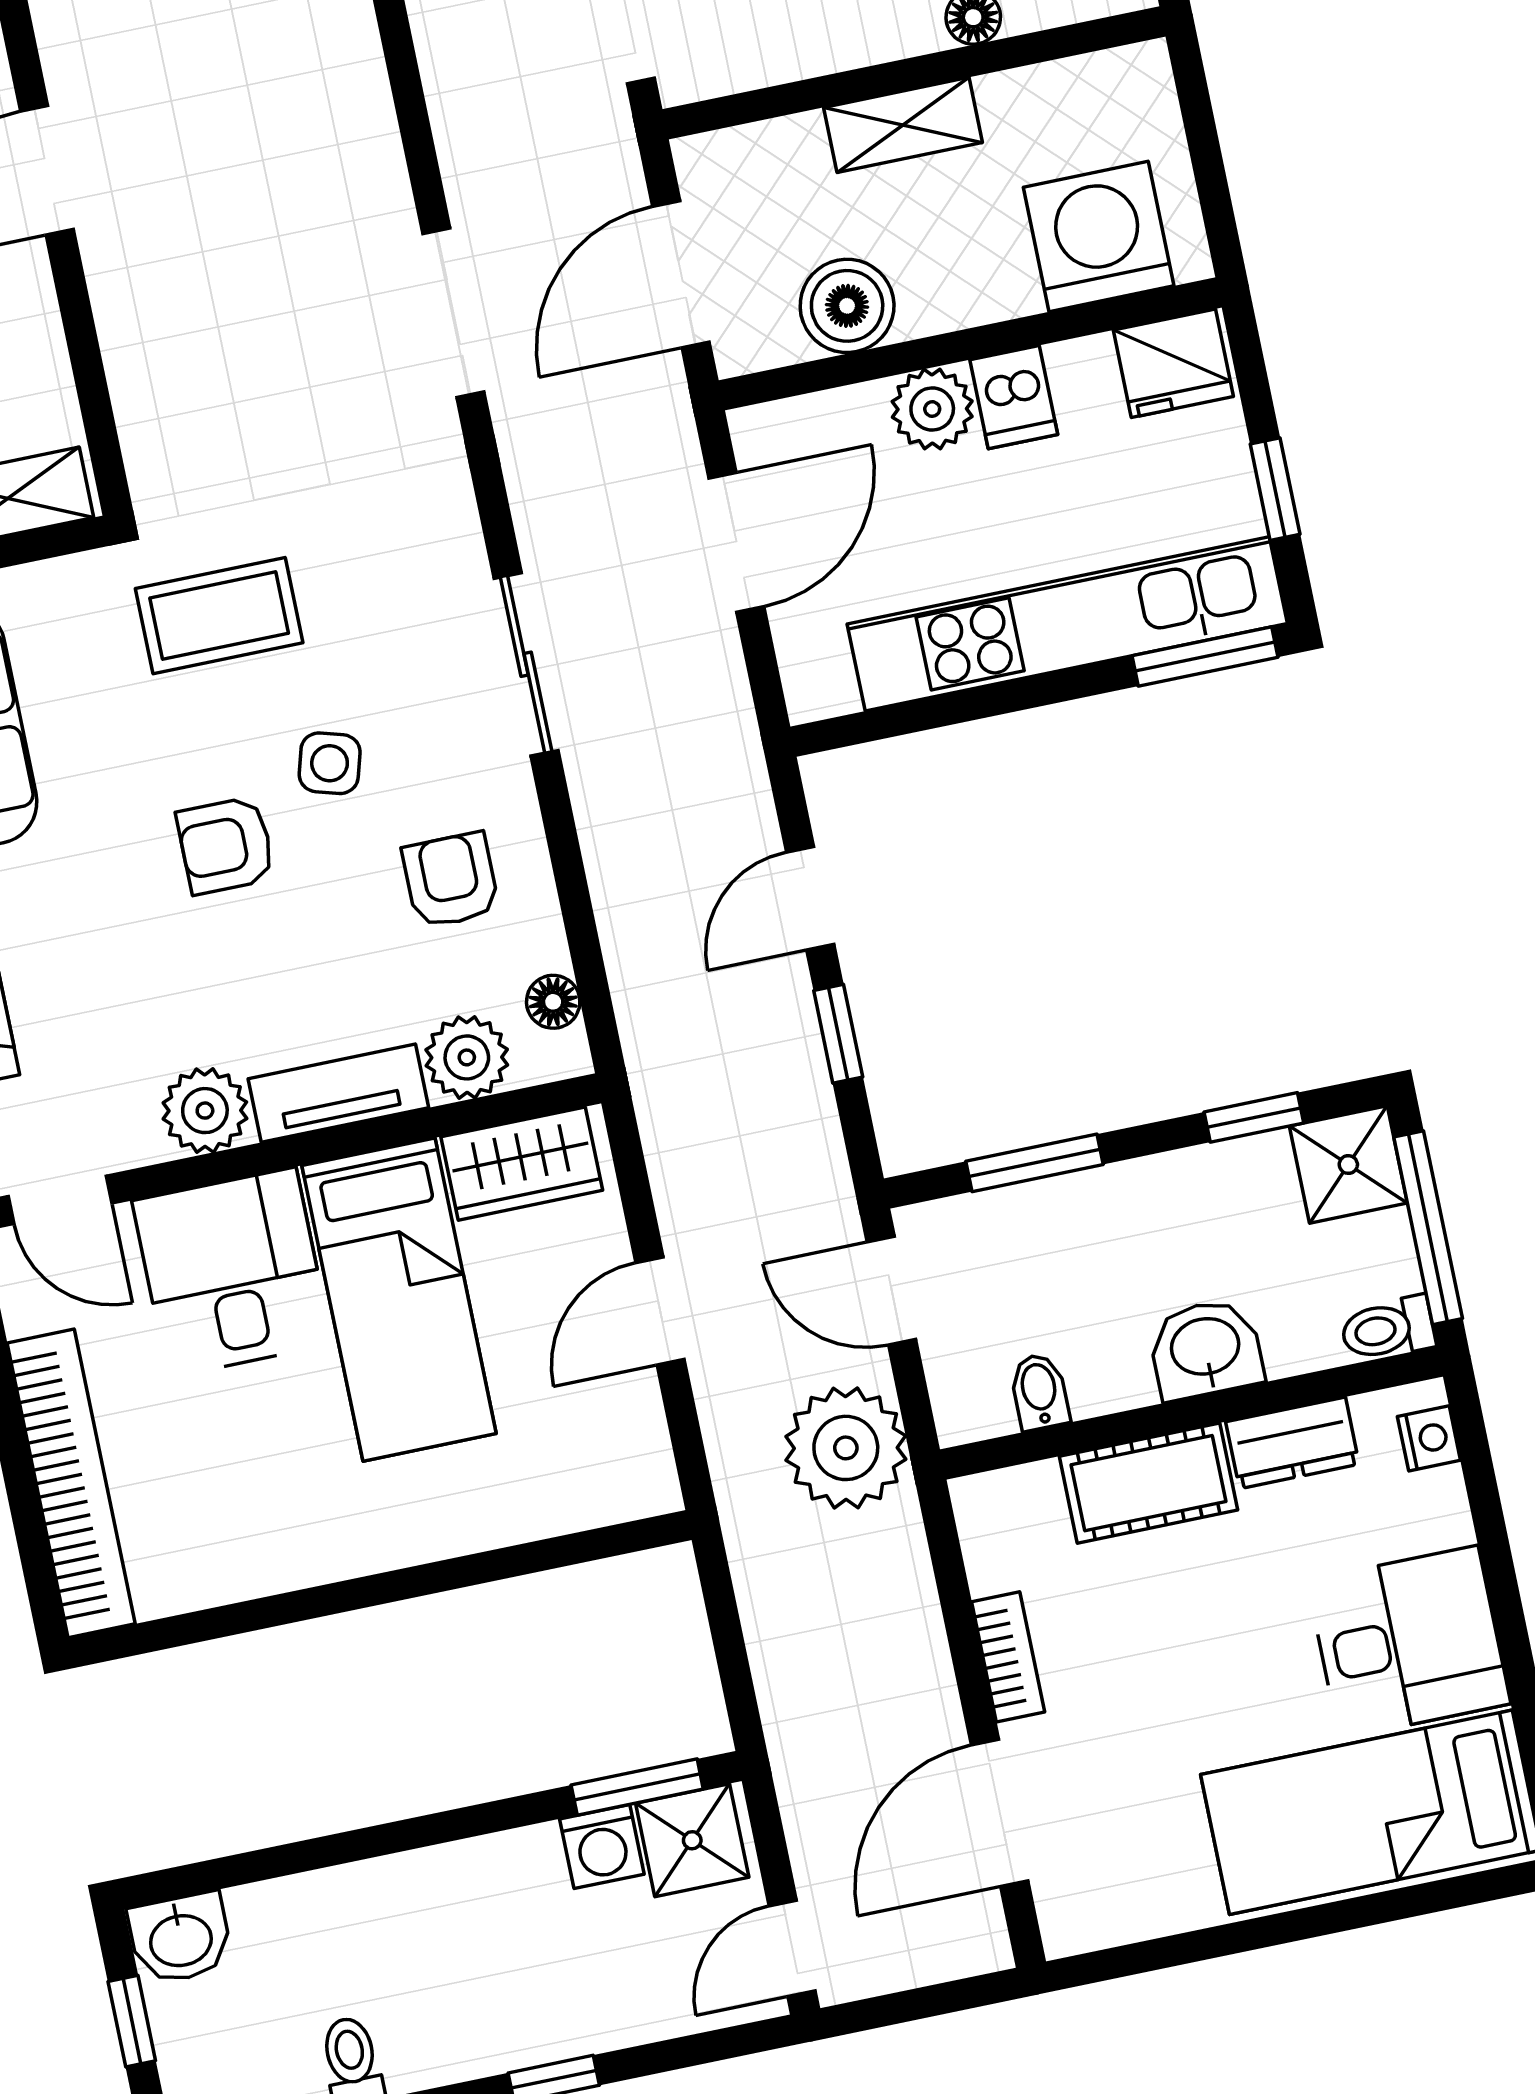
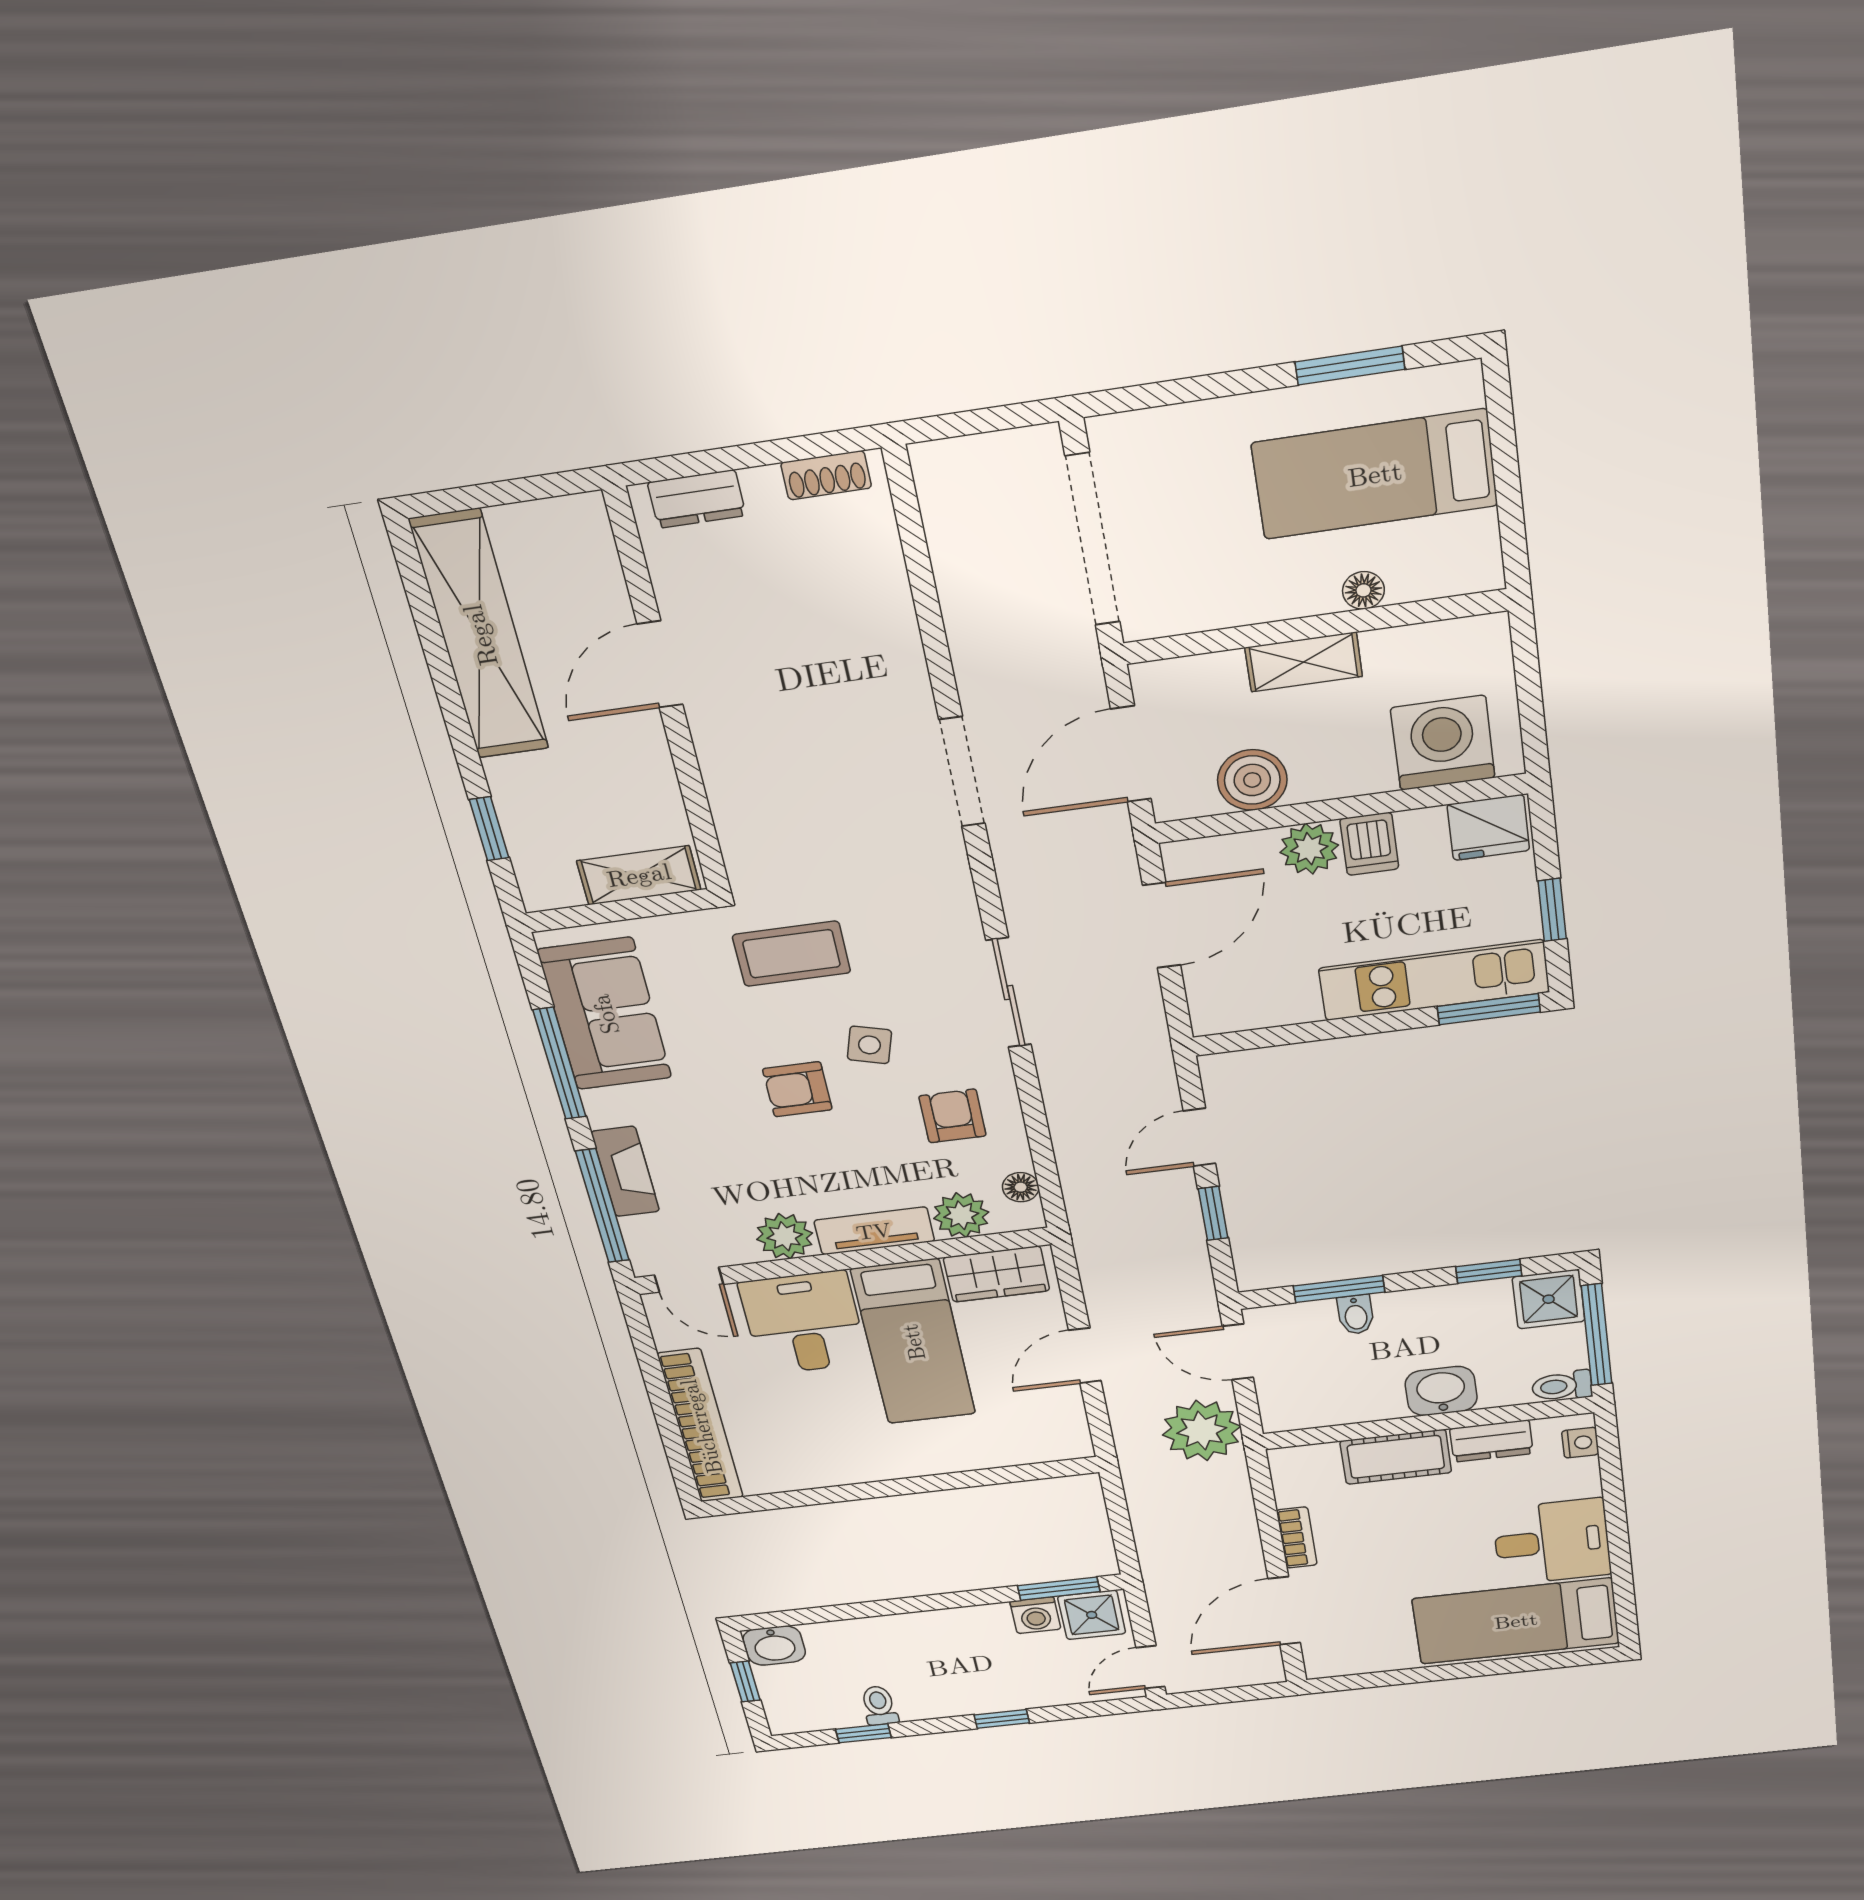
kitchen unit: (1067, 624) -> (1434, 980), width x0.73
bidet: (1040, 1392) -> (1356, 1315), moved, turned 180

